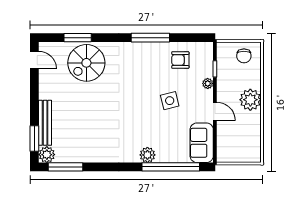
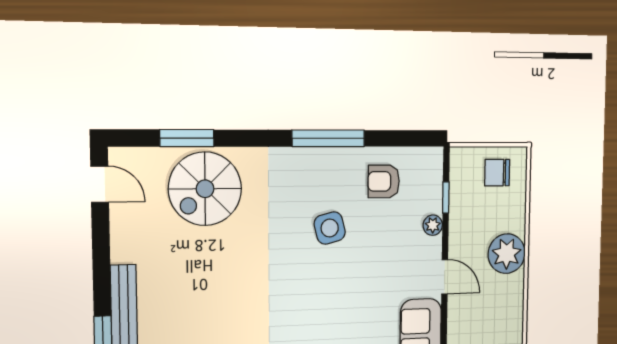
chair: (244, 56) -> (497, 173), turned 90
side table: (170, 101) -> (330, 228), moved

